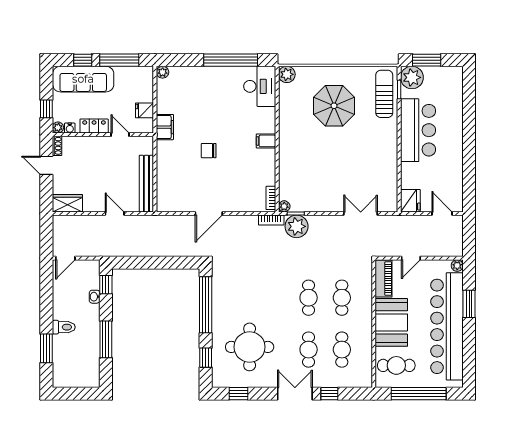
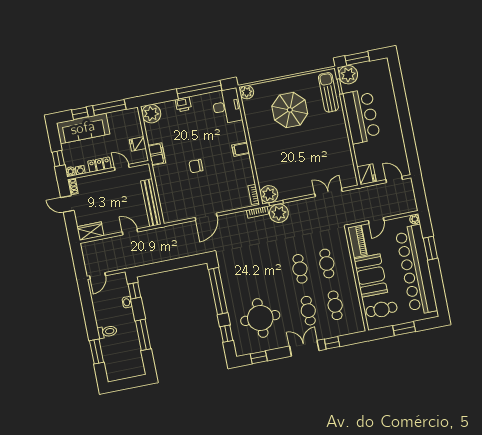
plant: (163, 72) -> (151, 114), width x1.87, depth x1.87
printer: (208, 74) -> (183, 104), added
plant: (284, 206) -> (269, 194), width x1.87, depth x1.87
window: (419, 394) -> (404, 329), width x0.47

